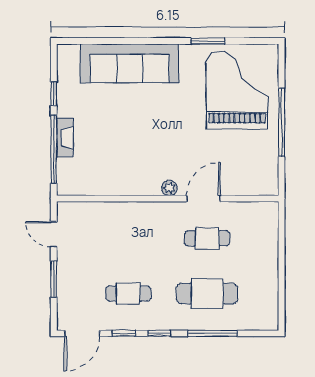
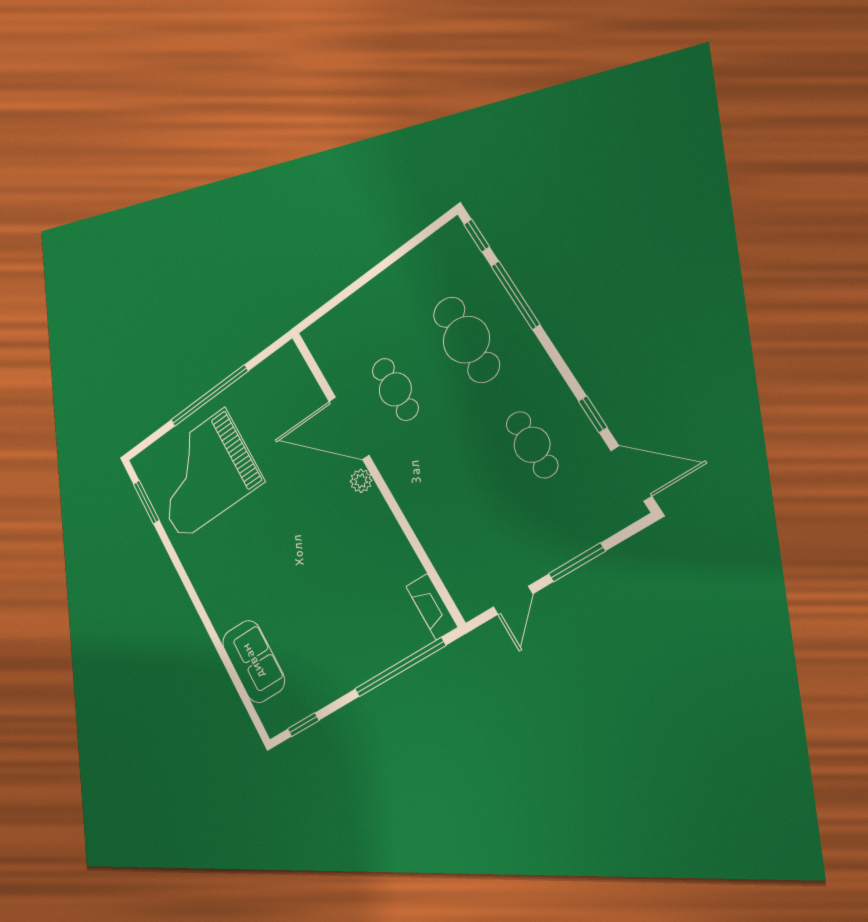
window: (208, 41) -> (146, 502), moved
sofa: (129, 63) -> (253, 661), width x0.54, depth x0.79
window: (54, 94) -> (303, 725), moved
fireplace: (65, 138) -> (432, 607), moved, turned -90
door: (204, 199) -> (349, 428), width x1.36
window: (159, 333) -> (477, 236), moved

